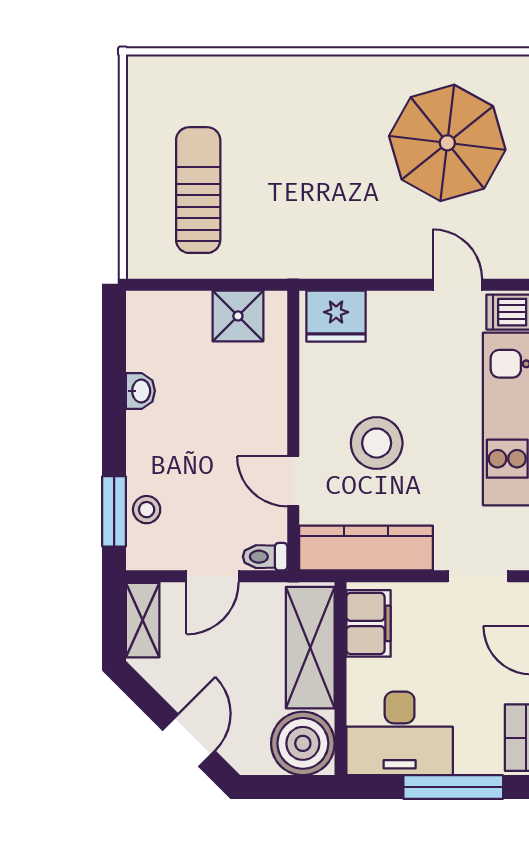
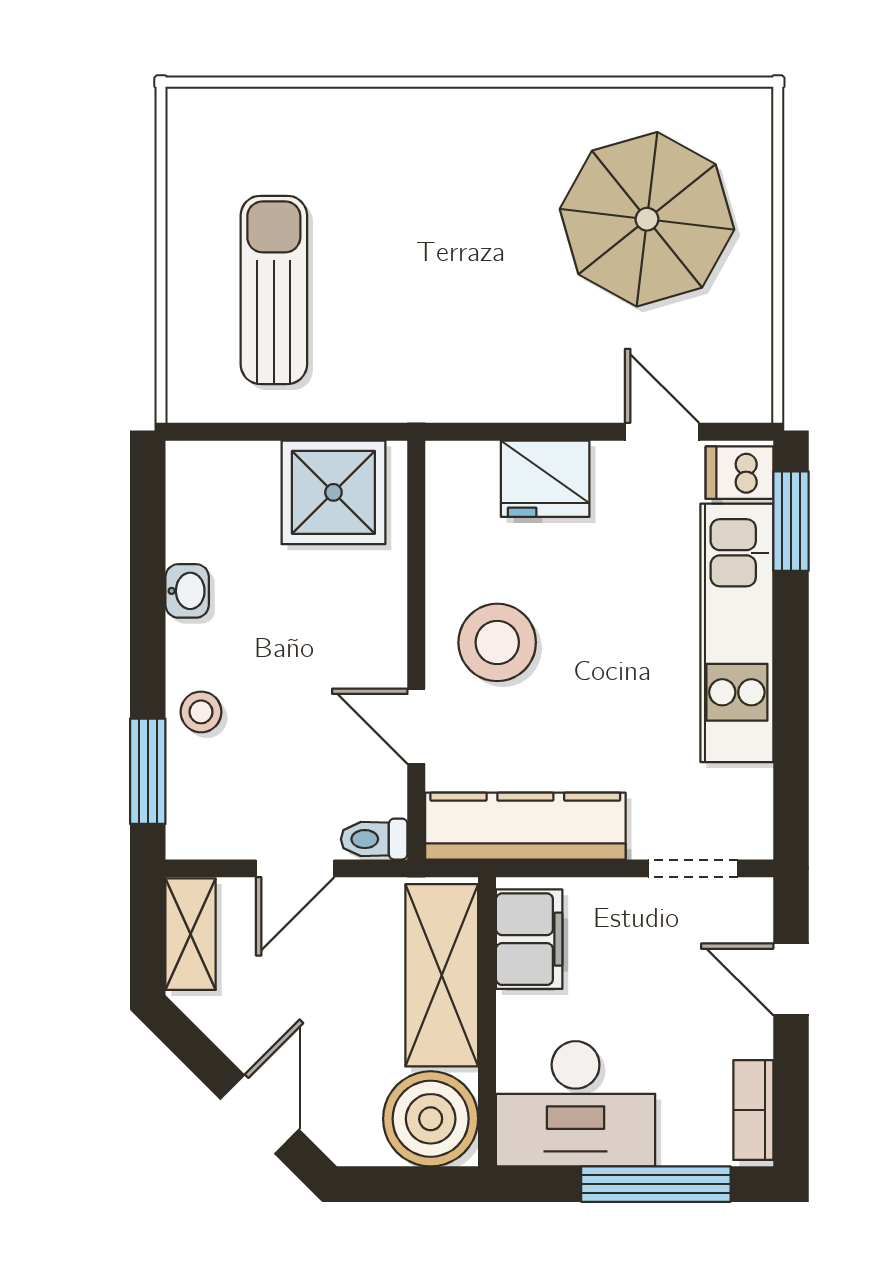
shower: (238, 316) -> (333, 492), width x1.36, depth x1.36
fridge: (336, 316) -> (545, 479), moved
stool: (377, 443) -> (497, 642), moved
stool: (147, 510) -> (201, 712), moved

